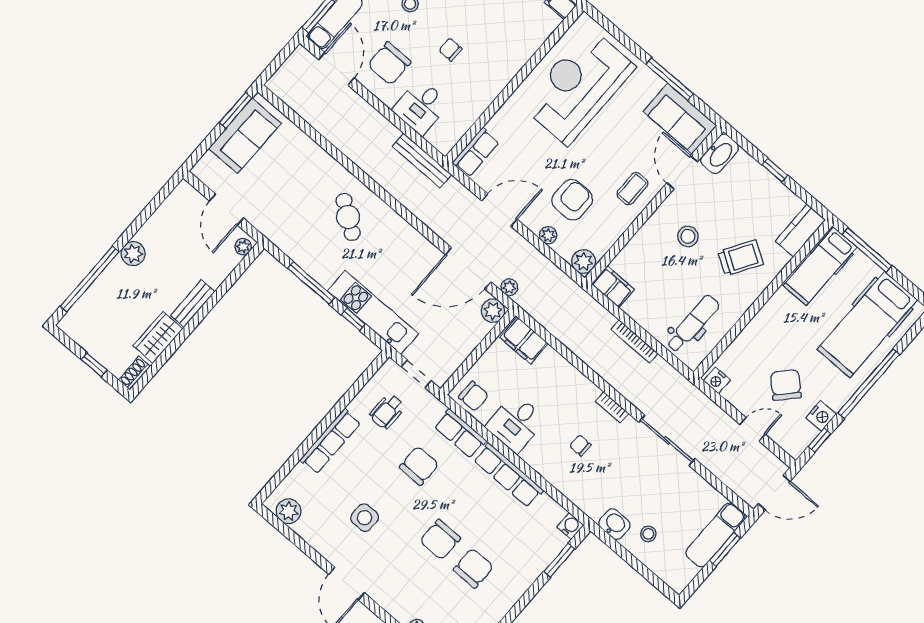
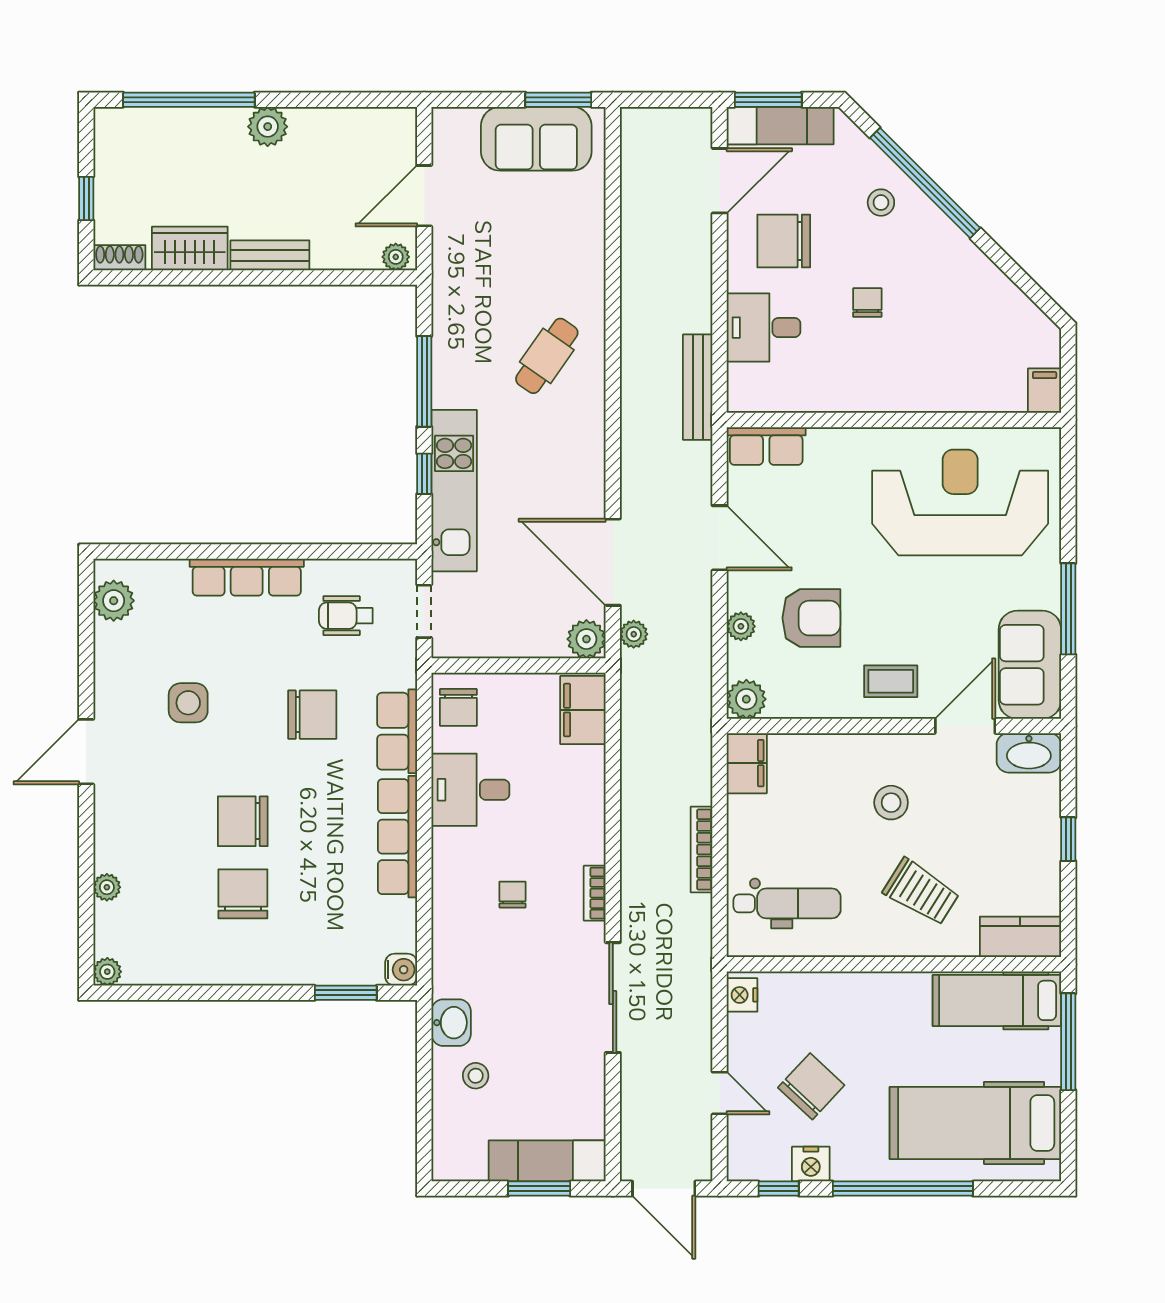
chair: (473, 568) -> (243, 894), turned -90

